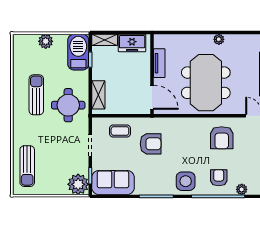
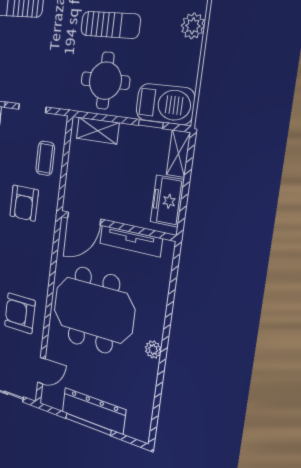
plant: (46, 41) -> (193, 26), moved
tv unit: (159, 63) -> (131, 241), width x1.41
round table: (68, 105) -> (105, 81), moved

